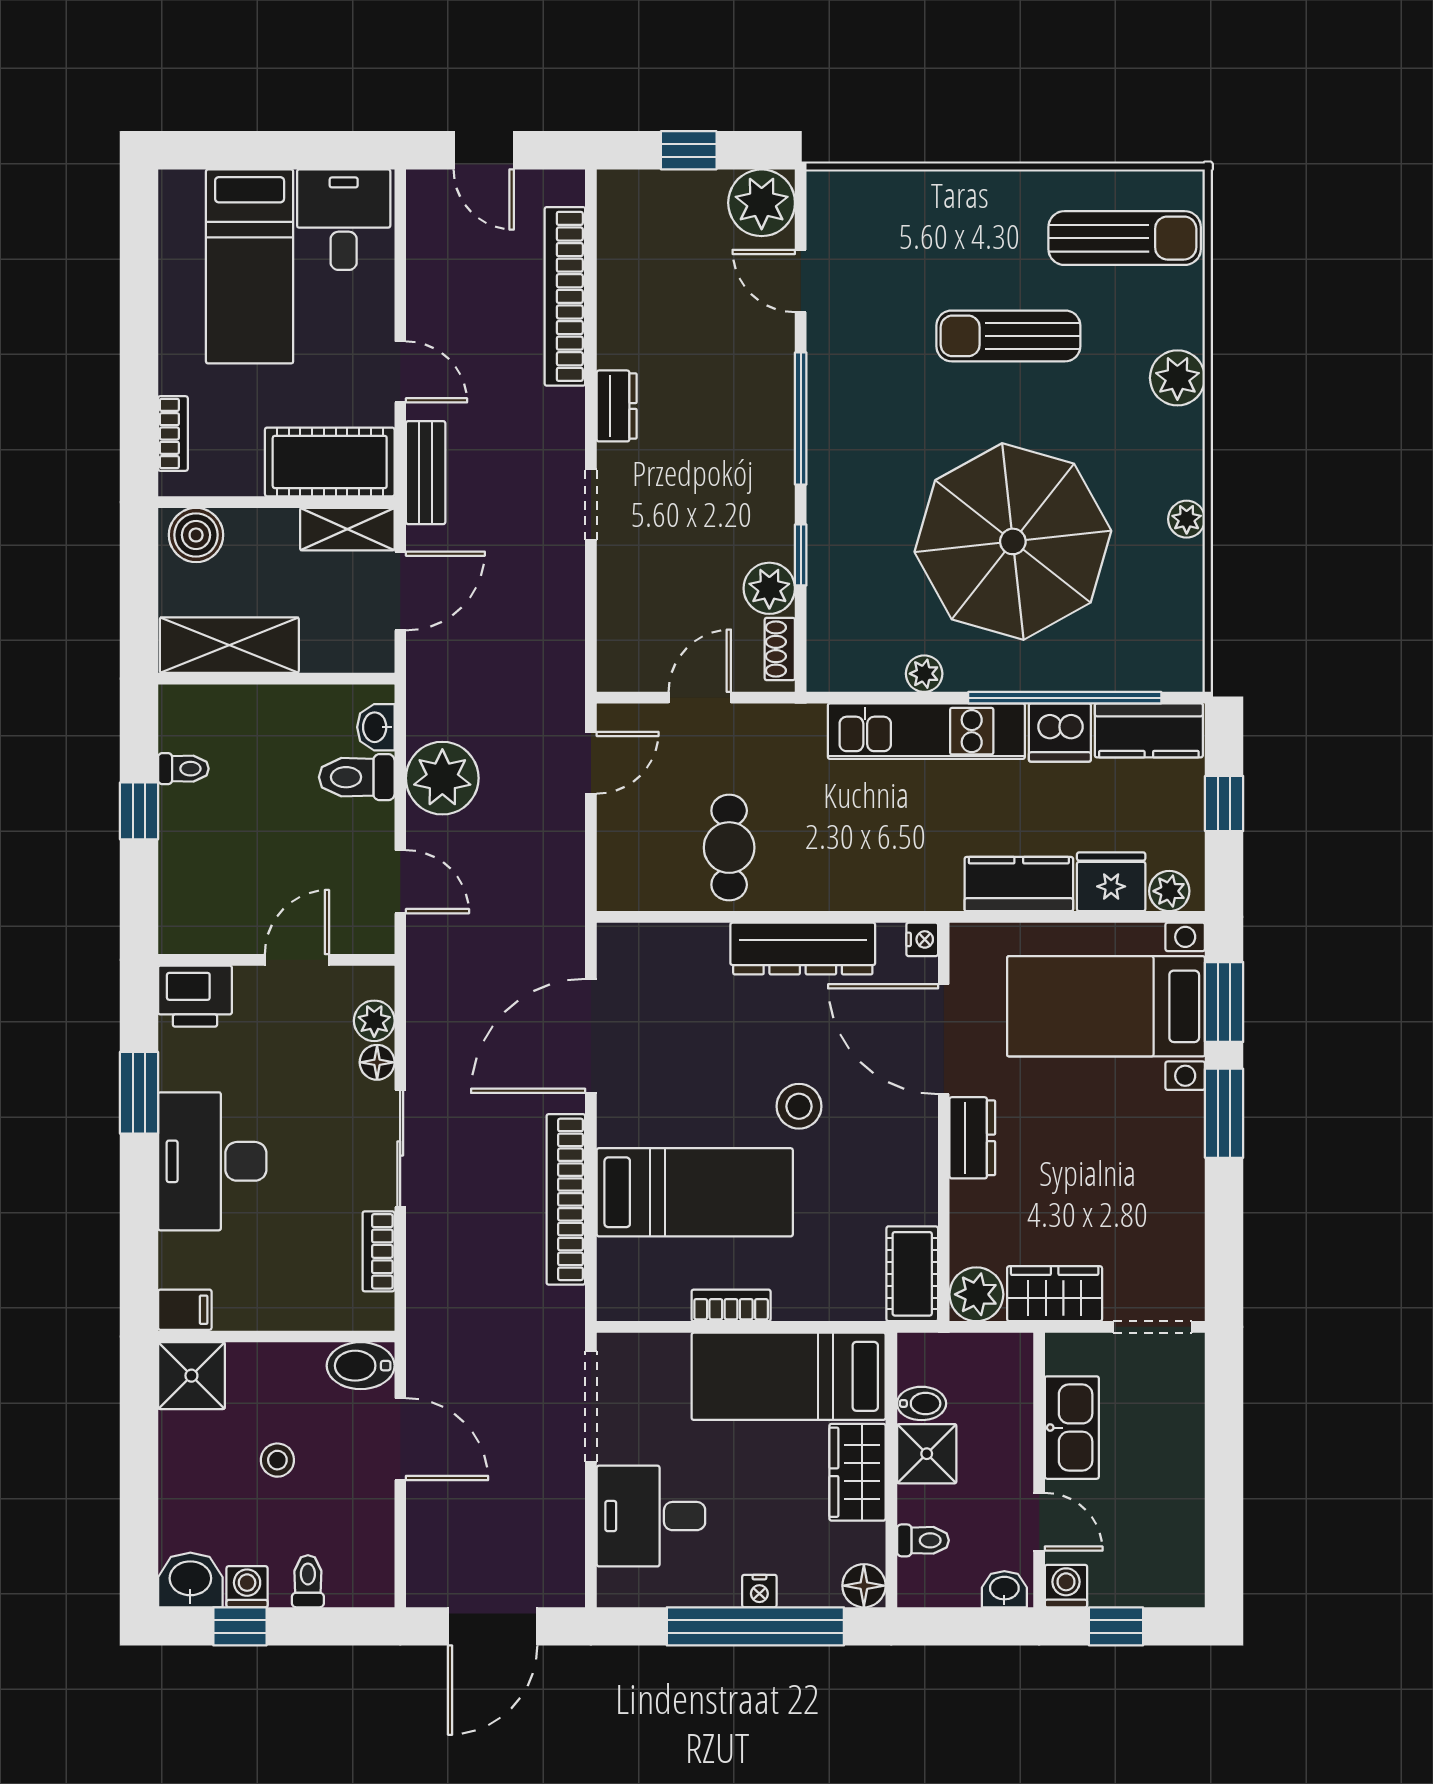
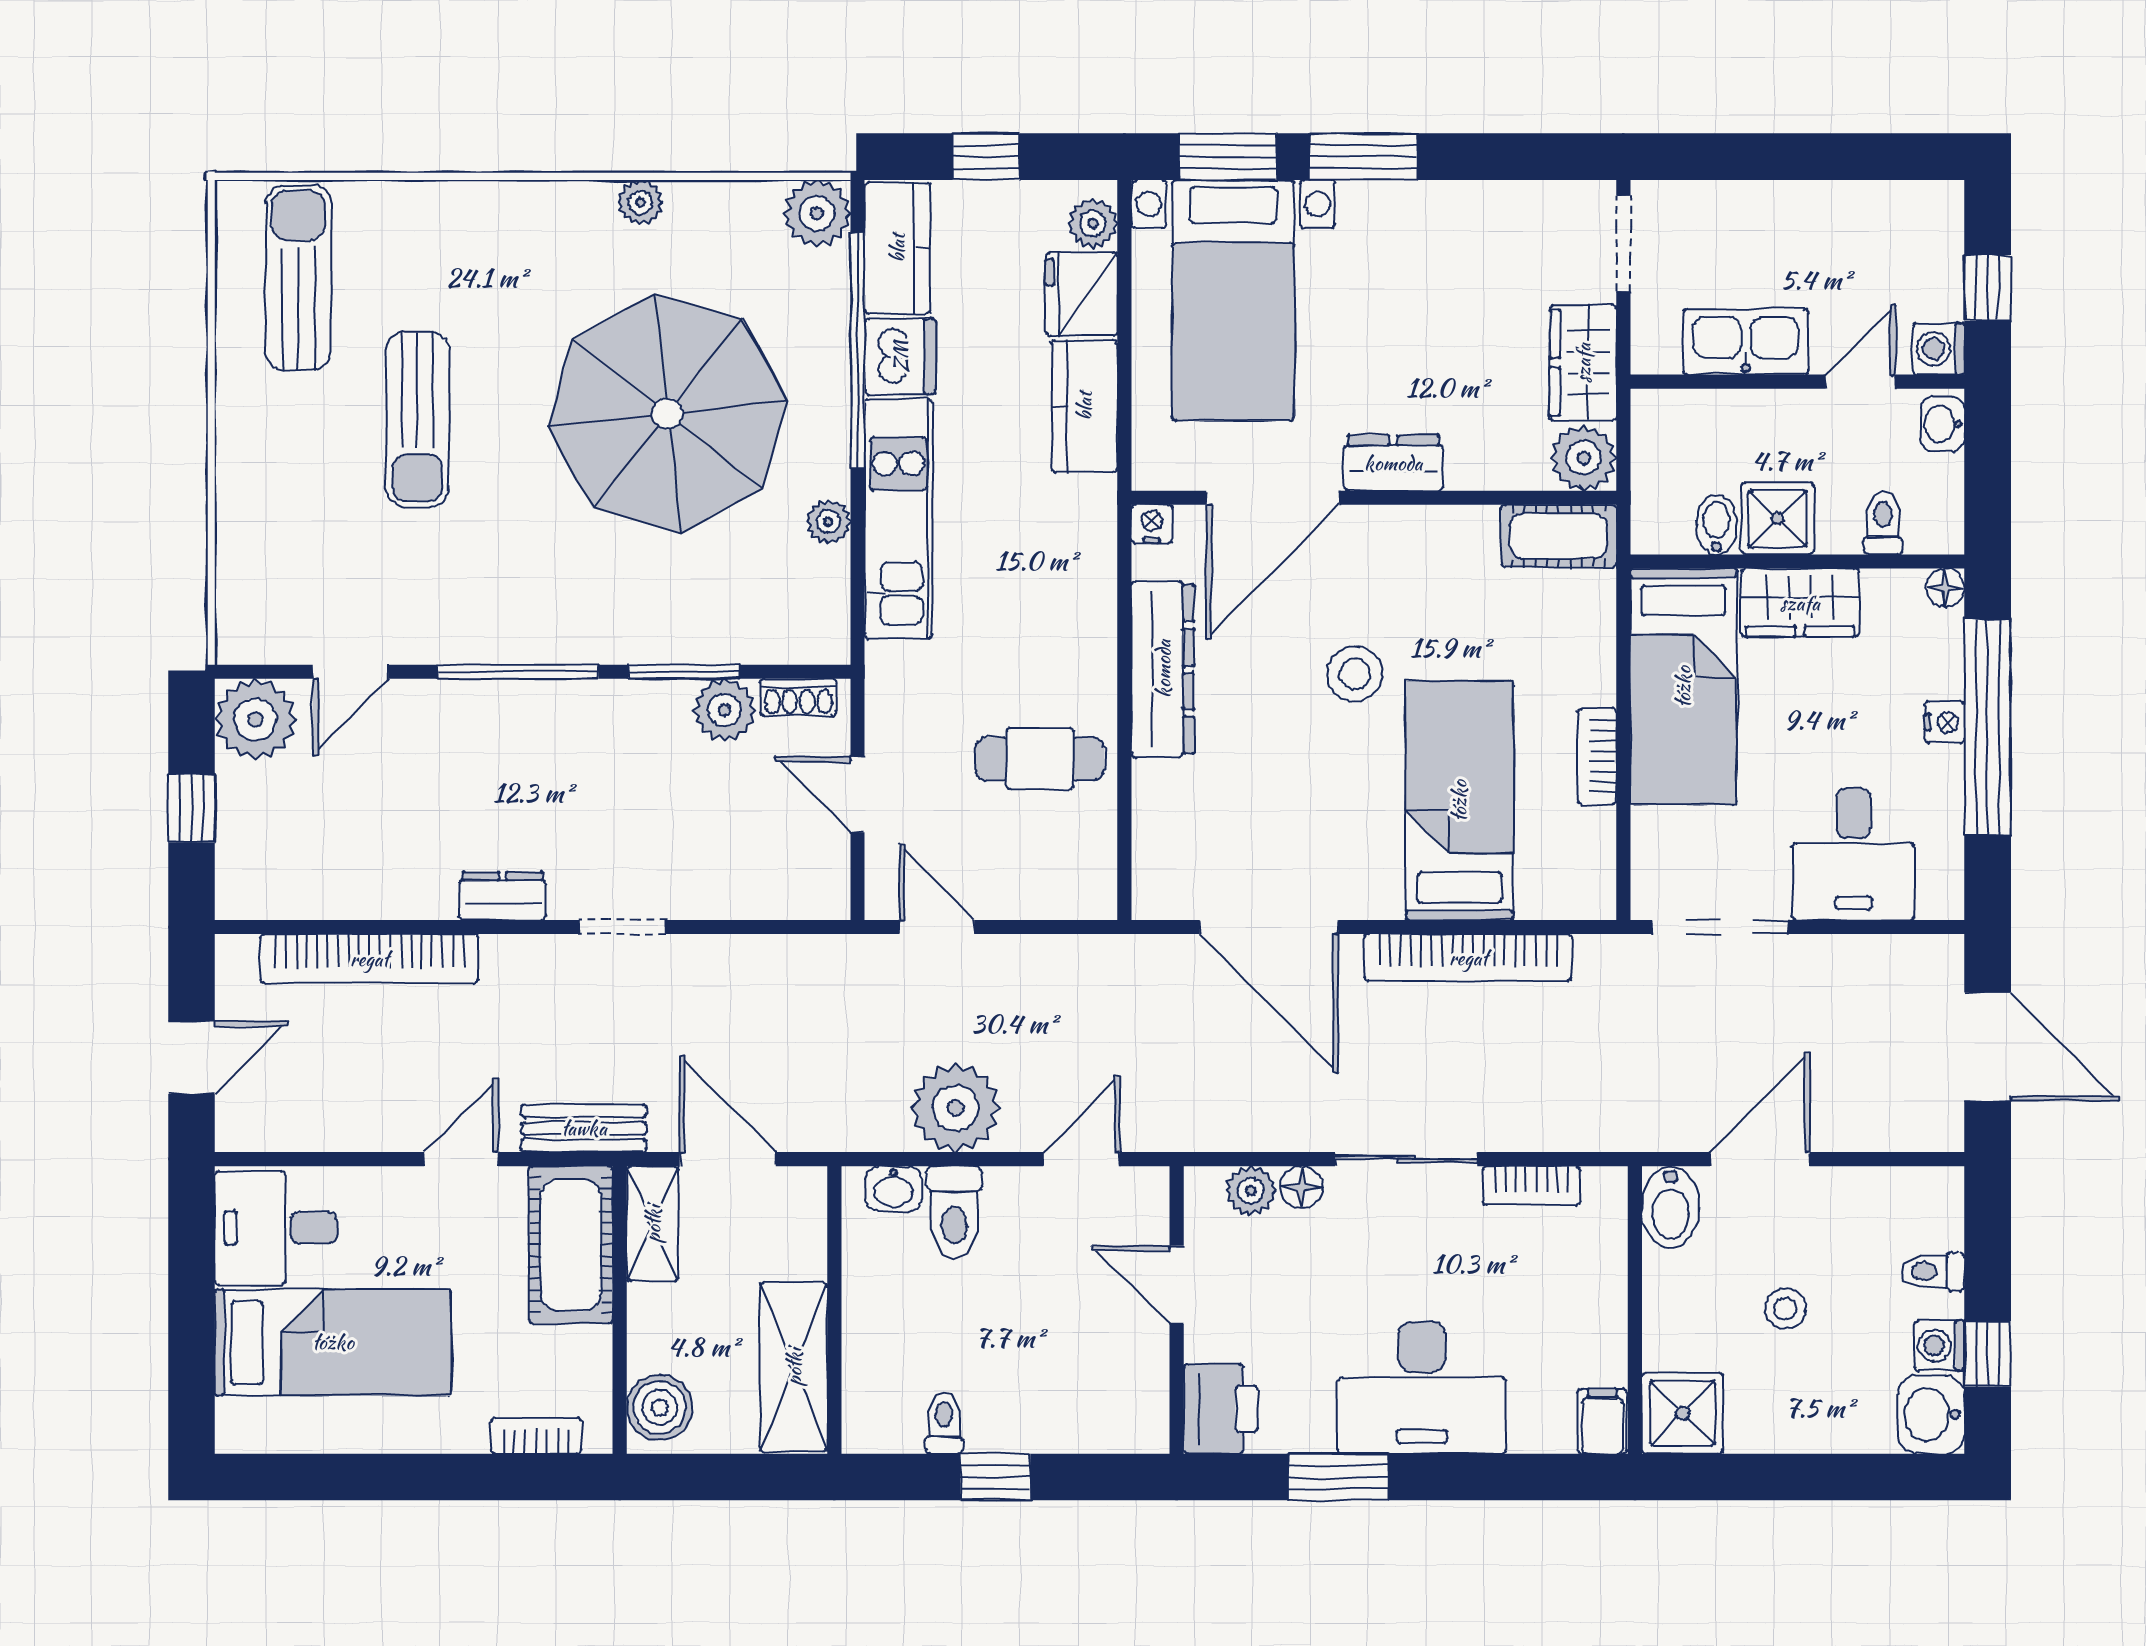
plant: (1177, 378) -> (817, 213), moved
window: (801, 555) -> (684, 672), width x1.50
floor lamp: (864, 1586) -> (1945, 588), width x0.73, depth x0.73

